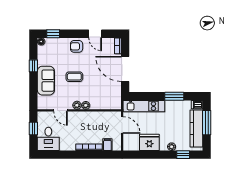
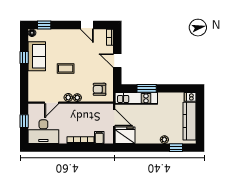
armchair: (77, 46) -> (100, 89), moved
door: (125, 69) -> (117, 61), width x0.53
sofa: (46, 81) -> (37, 56), moved
window: (174, 96) -> (147, 88), moved
door: (61, 110) -> (52, 103), hinge flipped
window: (207, 123) -> (200, 115), removed
desk: (48, 139) -> (43, 132), width x1.37
fridge: (149, 142) -> (125, 135), moved

